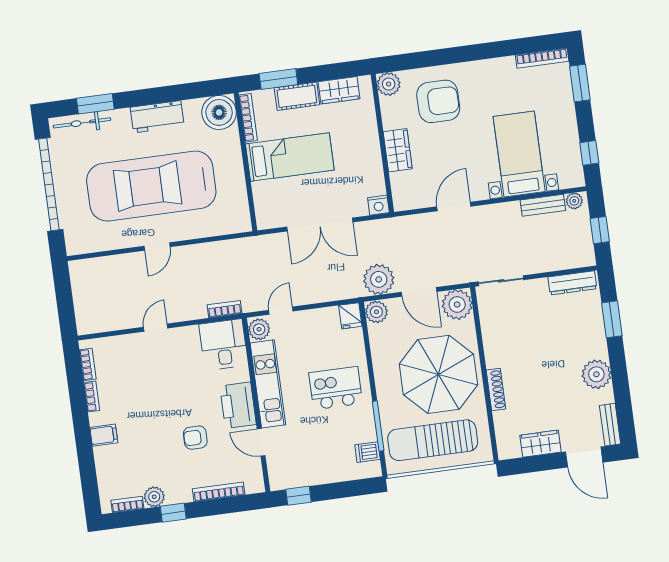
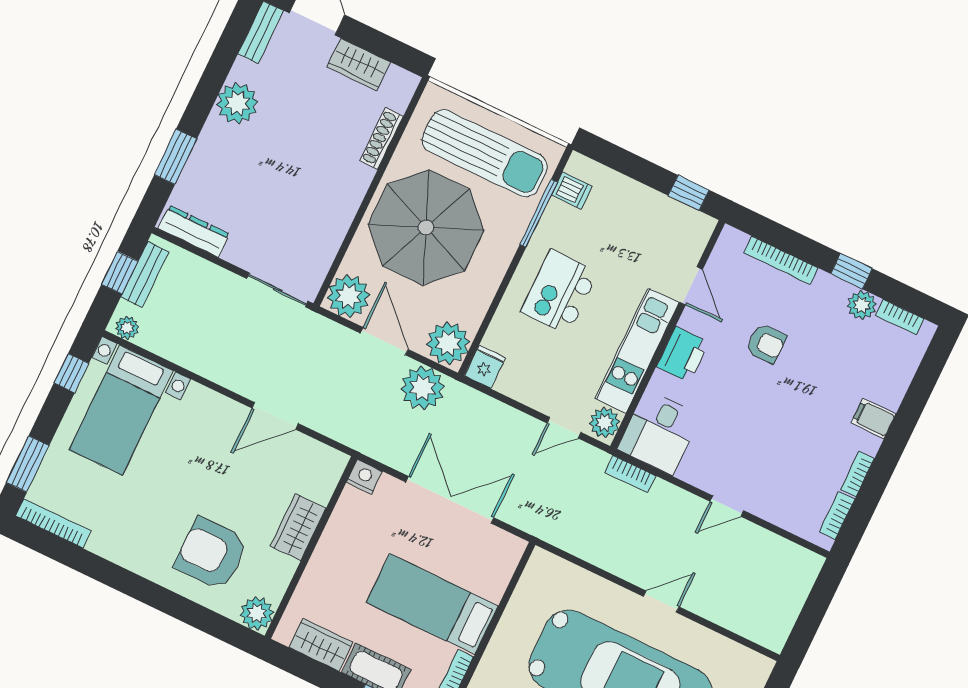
bed with nightstands: (519, 154) -> (121, 410), moved
bench: (543, 205) -> (145, 274), moved, turned 90
plant: (376, 312) -> (448, 343), width x1.36, depth x1.36
kitchen island: (336, 388) -> (559, 292), turned 90
shoe rack: (496, 390) -> (382, 139), moved
printer: (238, 405) -> (683, 354), width x0.73, depth x0.84

